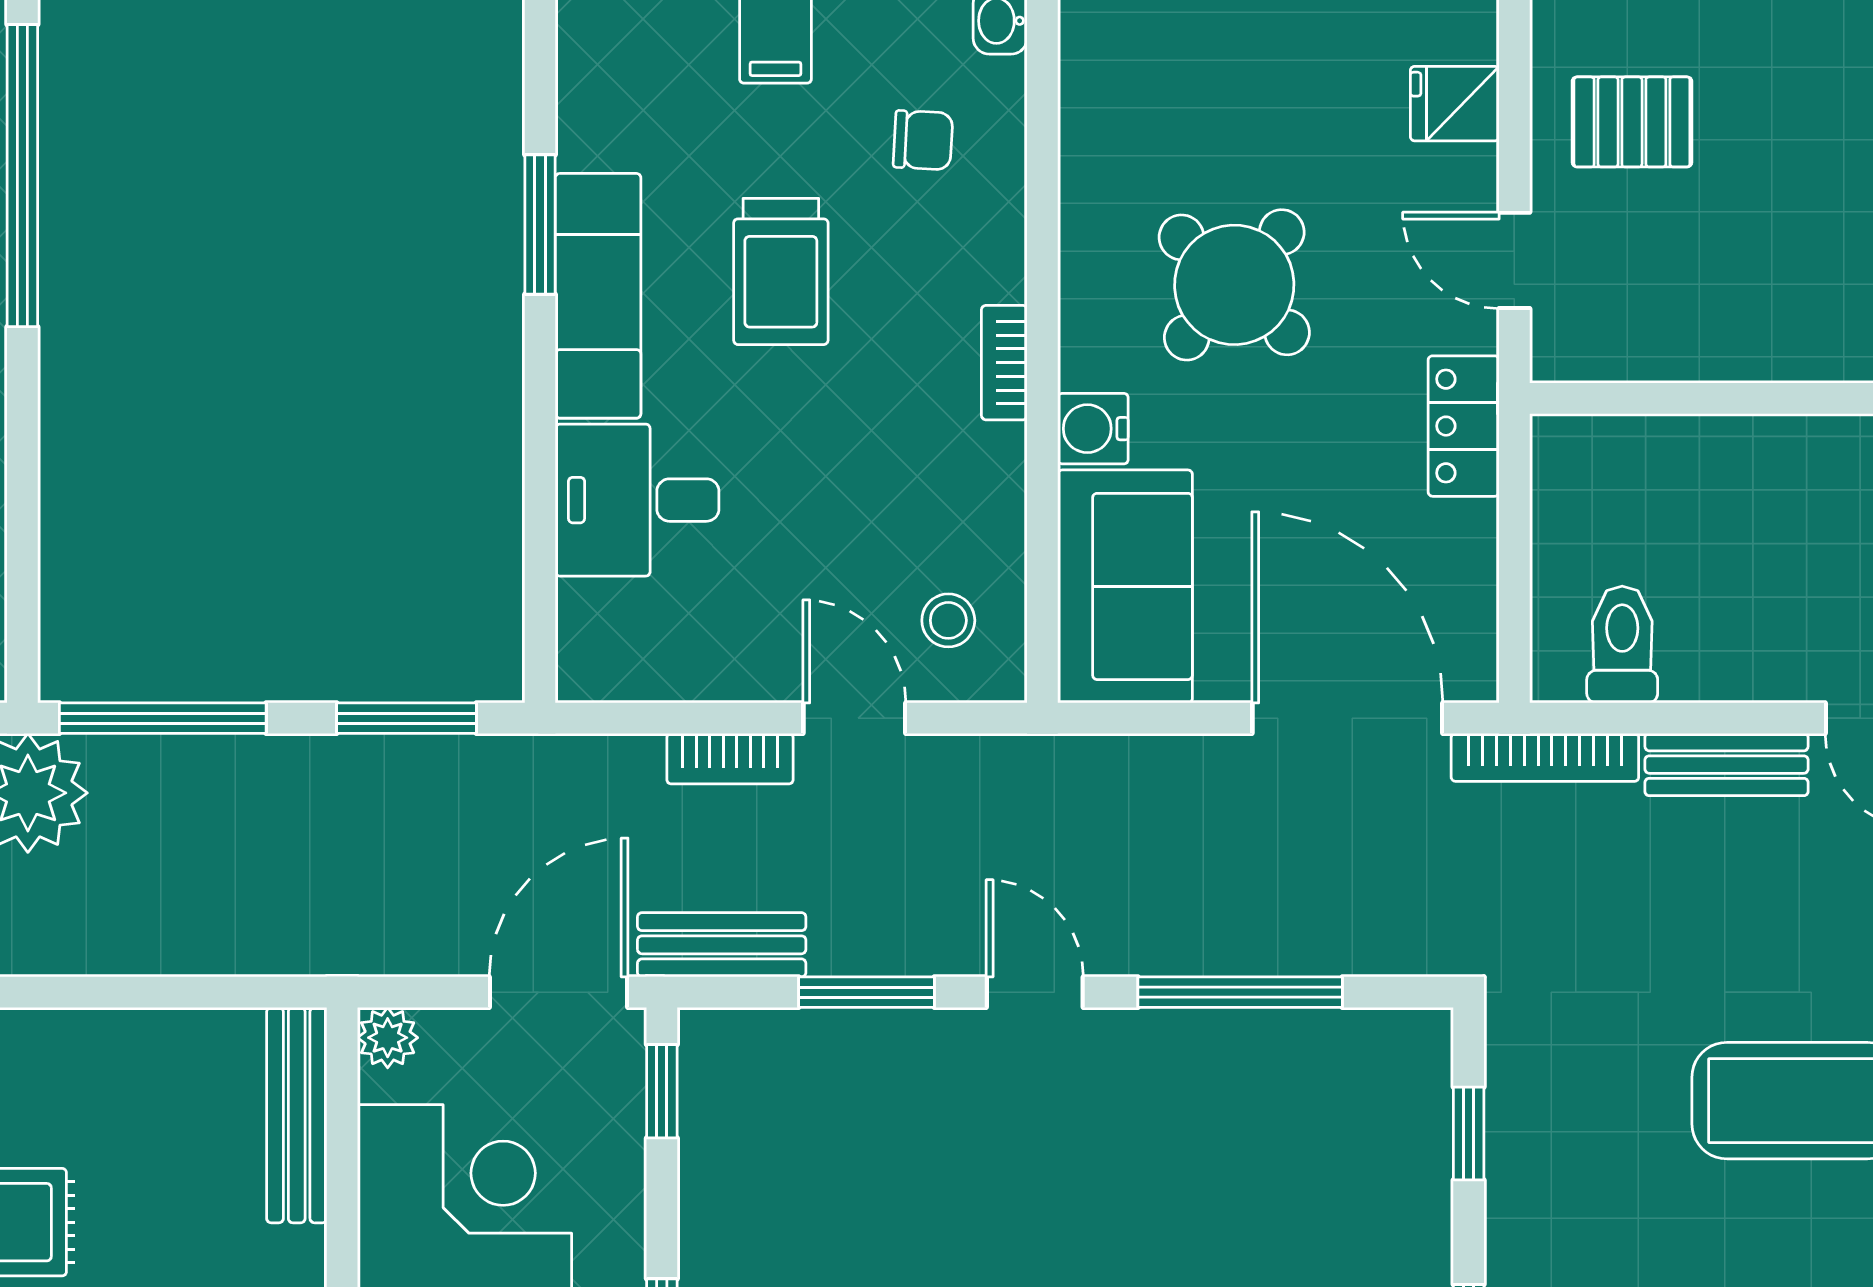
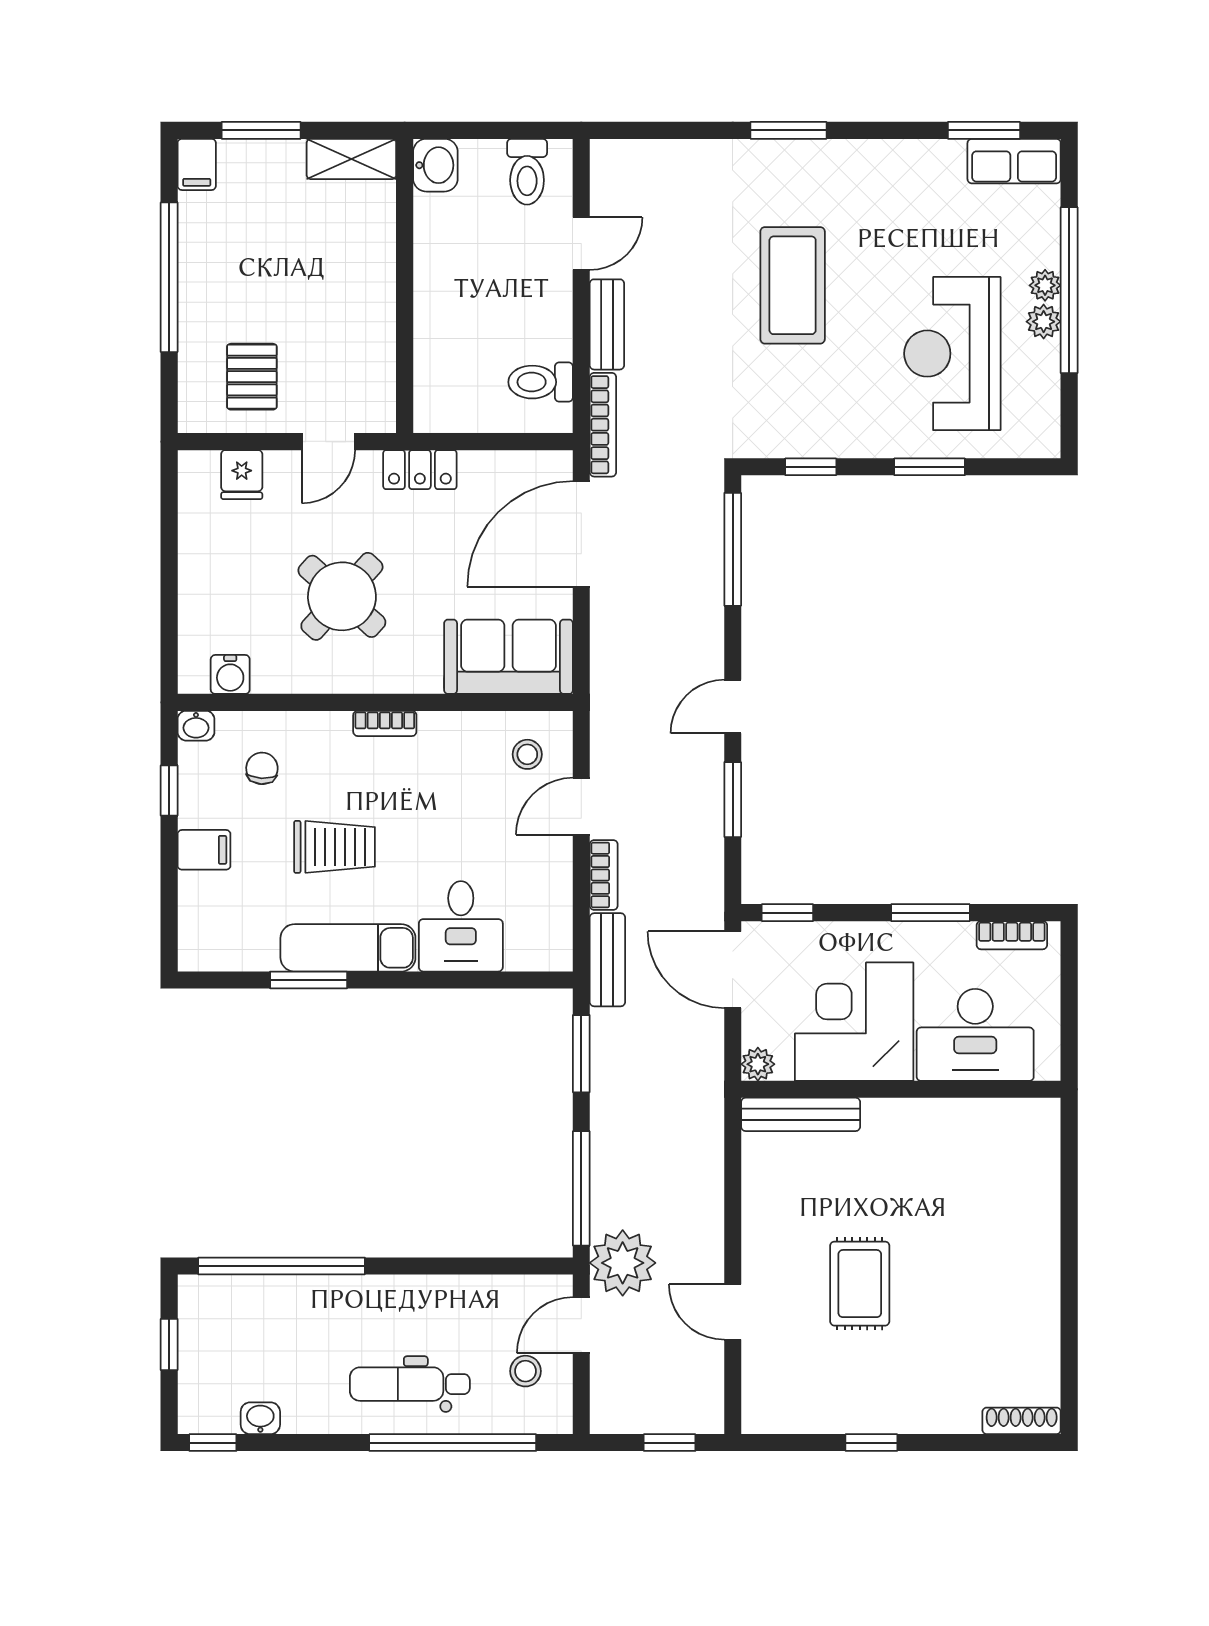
water cooler: (1093, 429) -> (230, 674), moved
bench: (722, 945) -> (607, 960), moved
window: (1240, 992) -> (733, 549), moved

